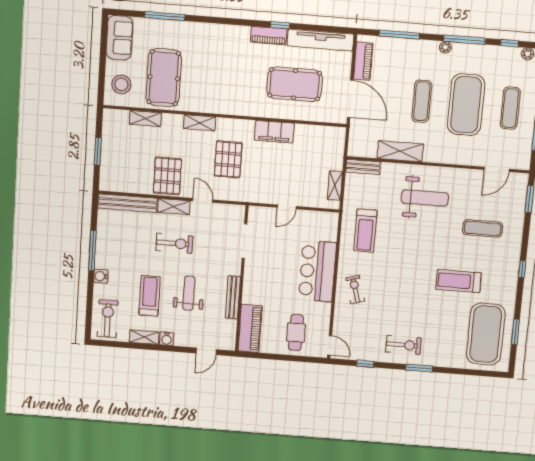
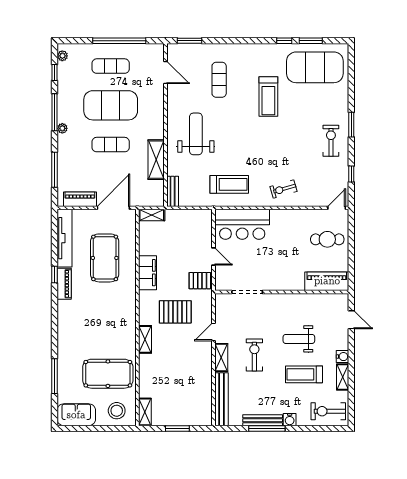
shelving: (145, 119) -> (145, 412), moved
pallet: (167, 176) -> (200, 281), moved, width x0.67, depth x0.71
shelving: (335, 186) -> (152, 215), moved
window: (522, 269) -> (284, 41), moved
bar counter: (317, 271) -> (242, 224), moved
bench: (233, 297) -> (263, 420), moved

